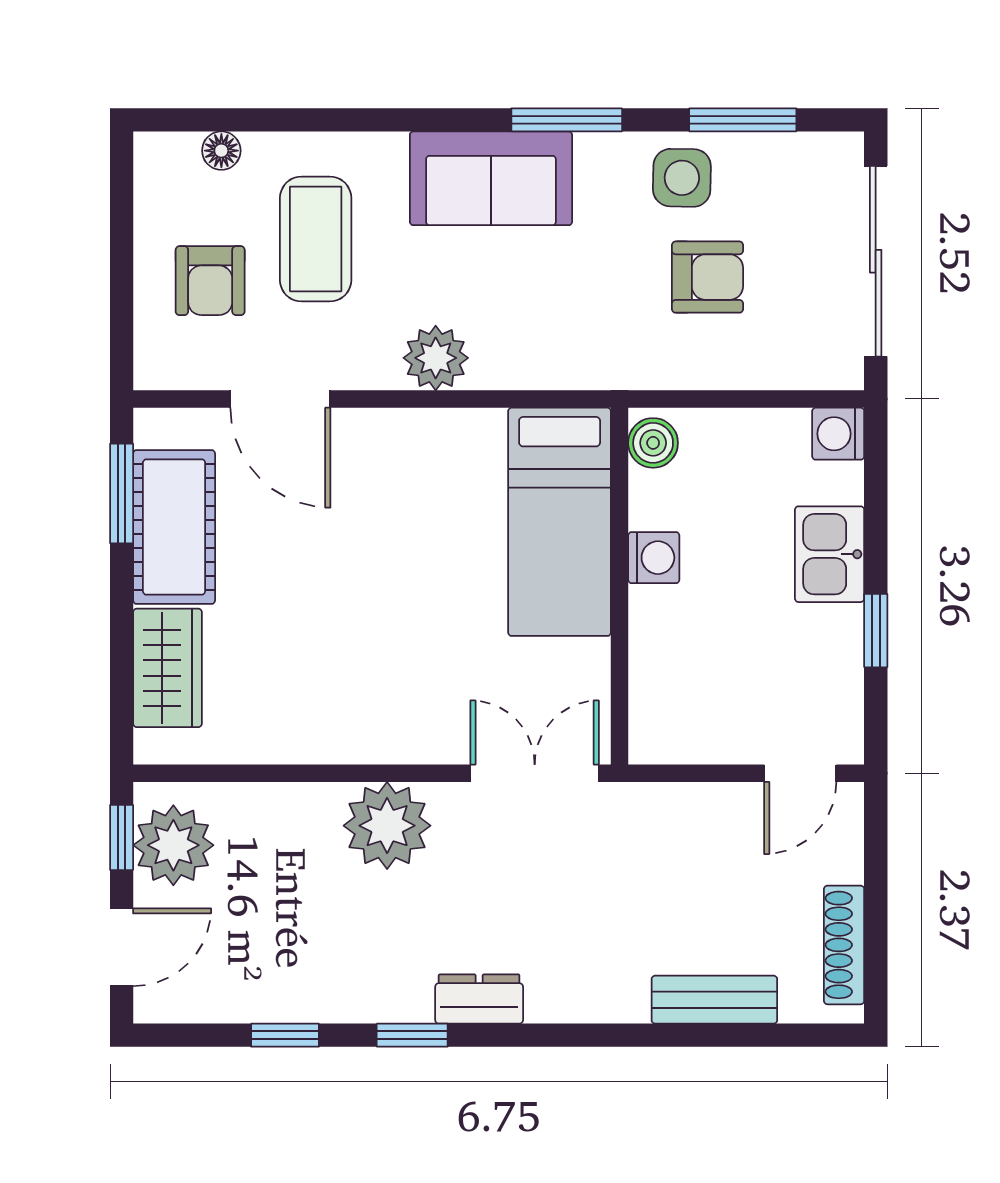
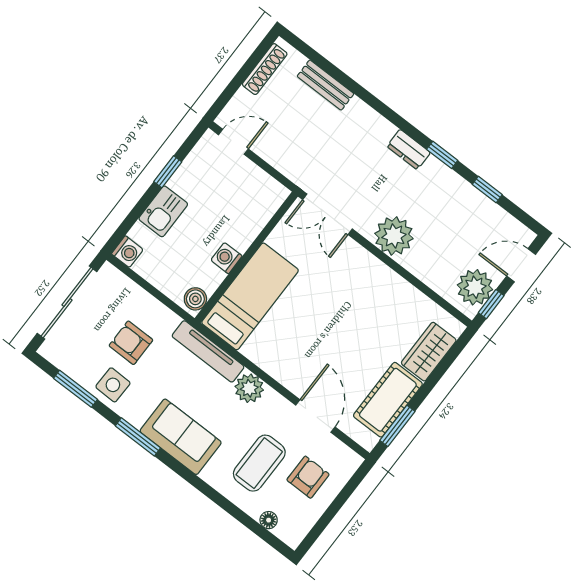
tv unit: (559, 367) -> (208, 351), added

